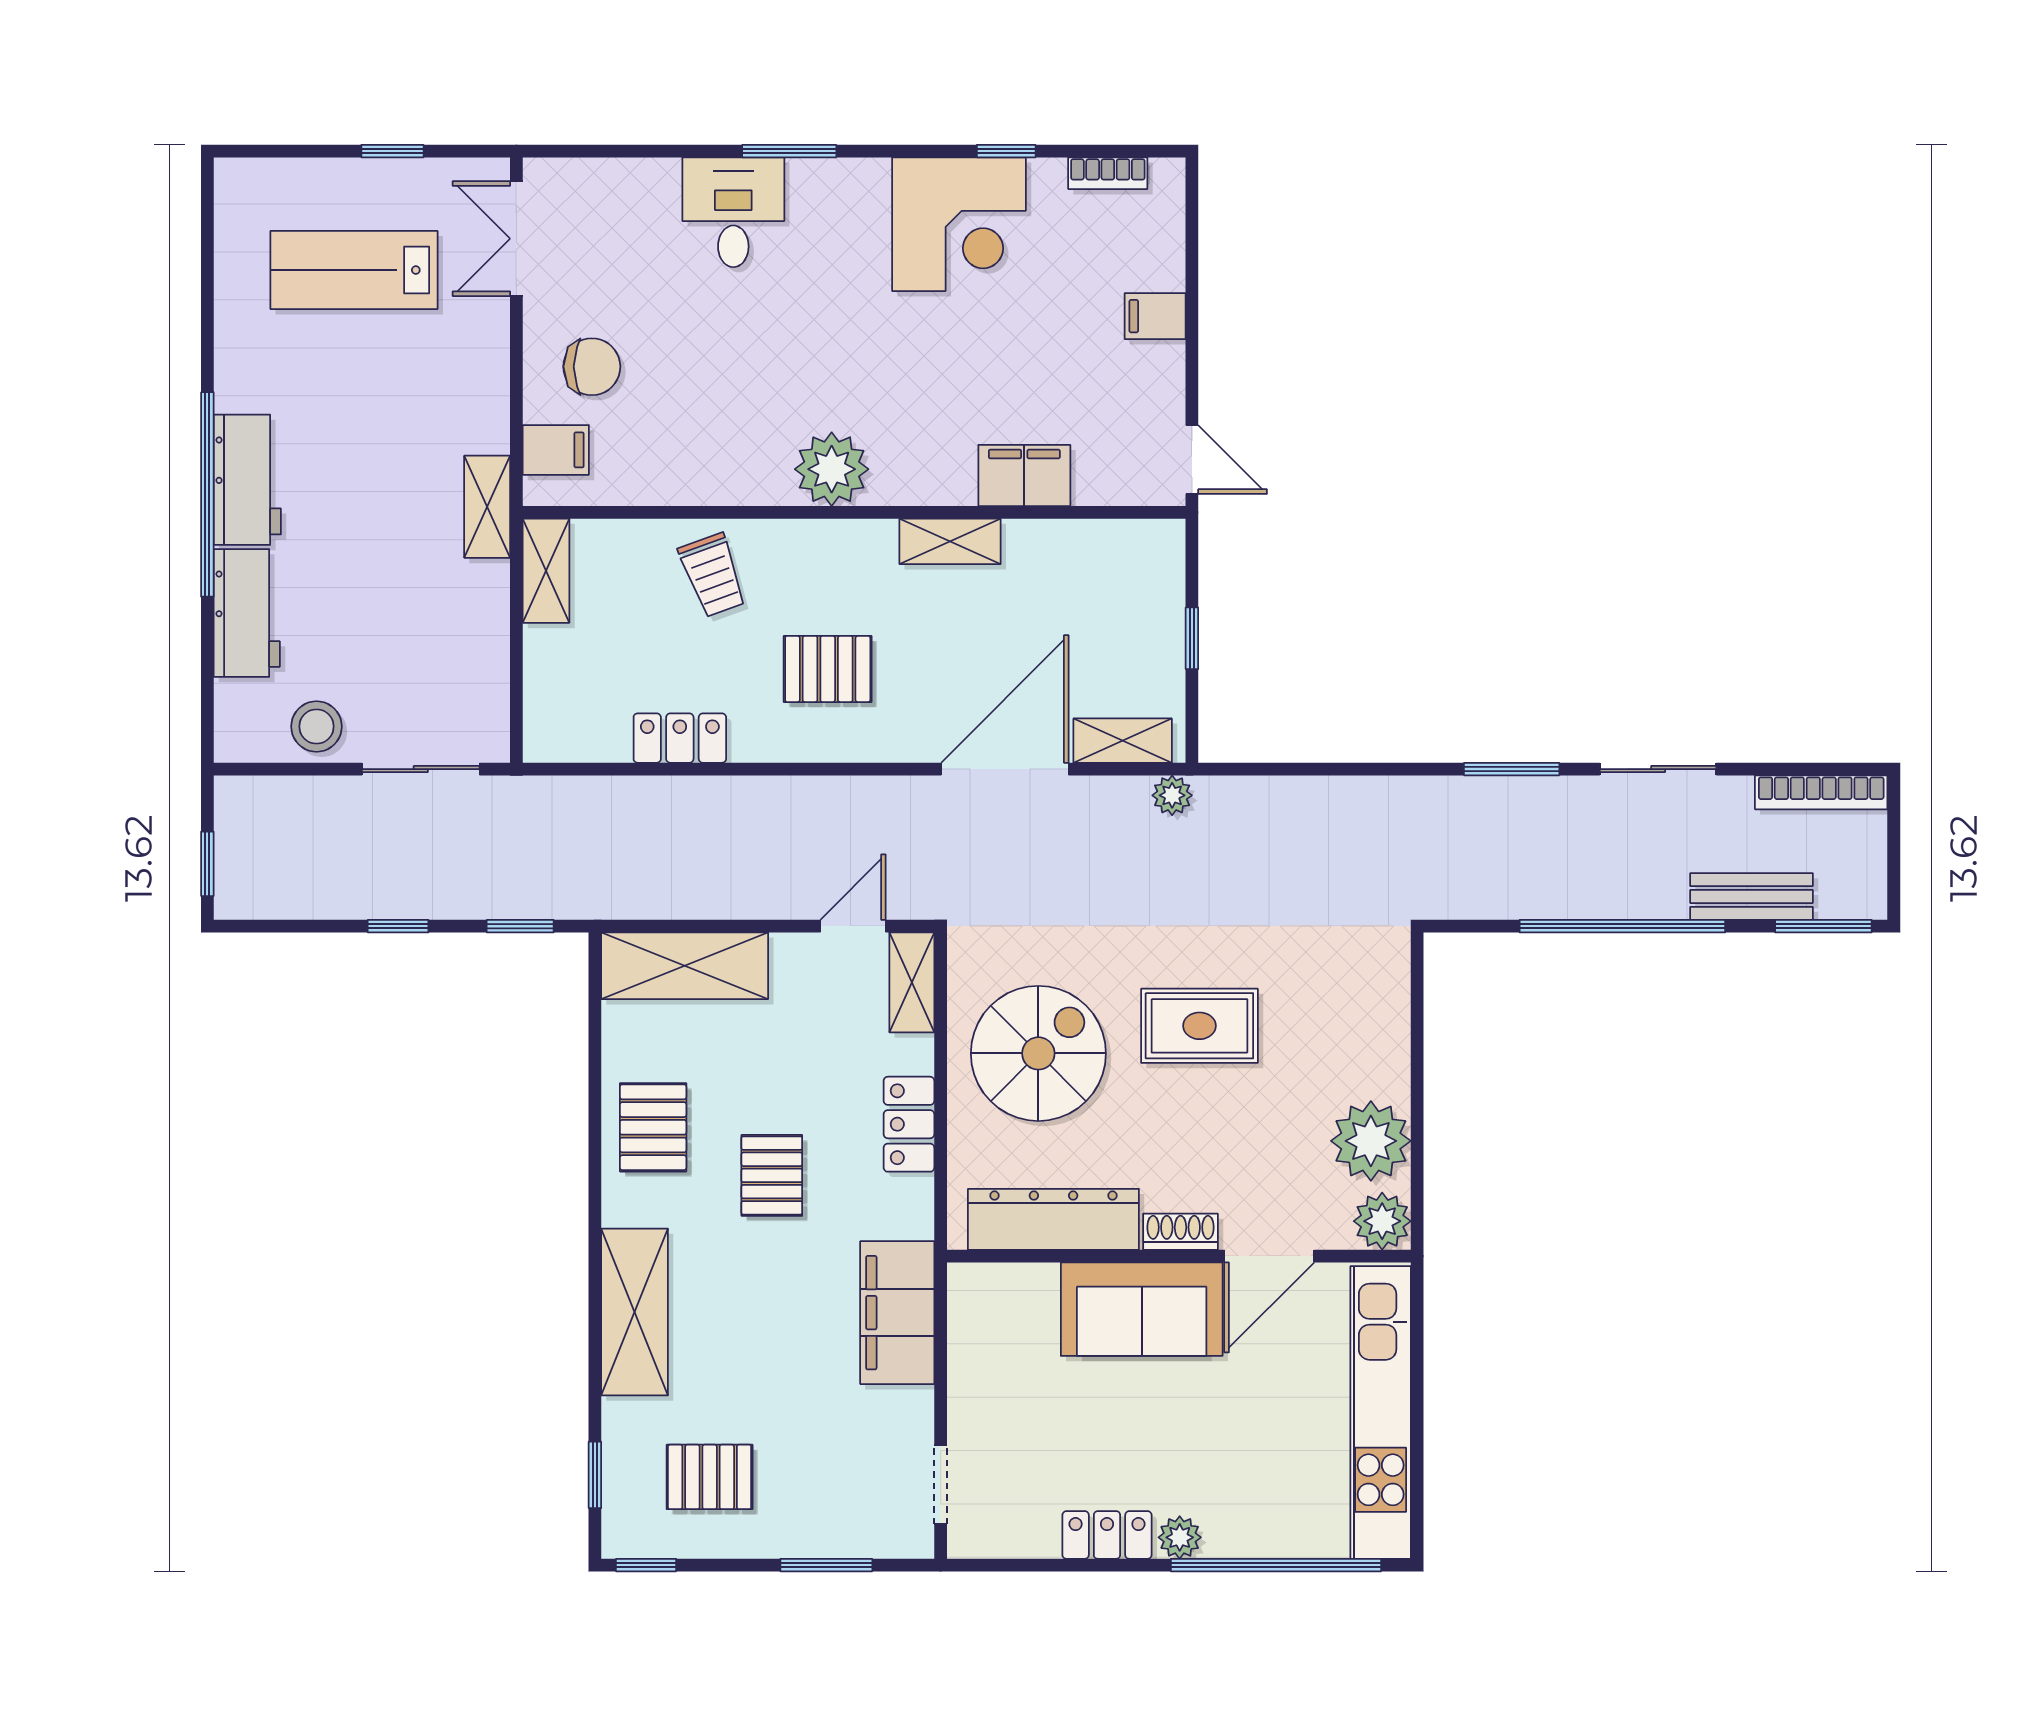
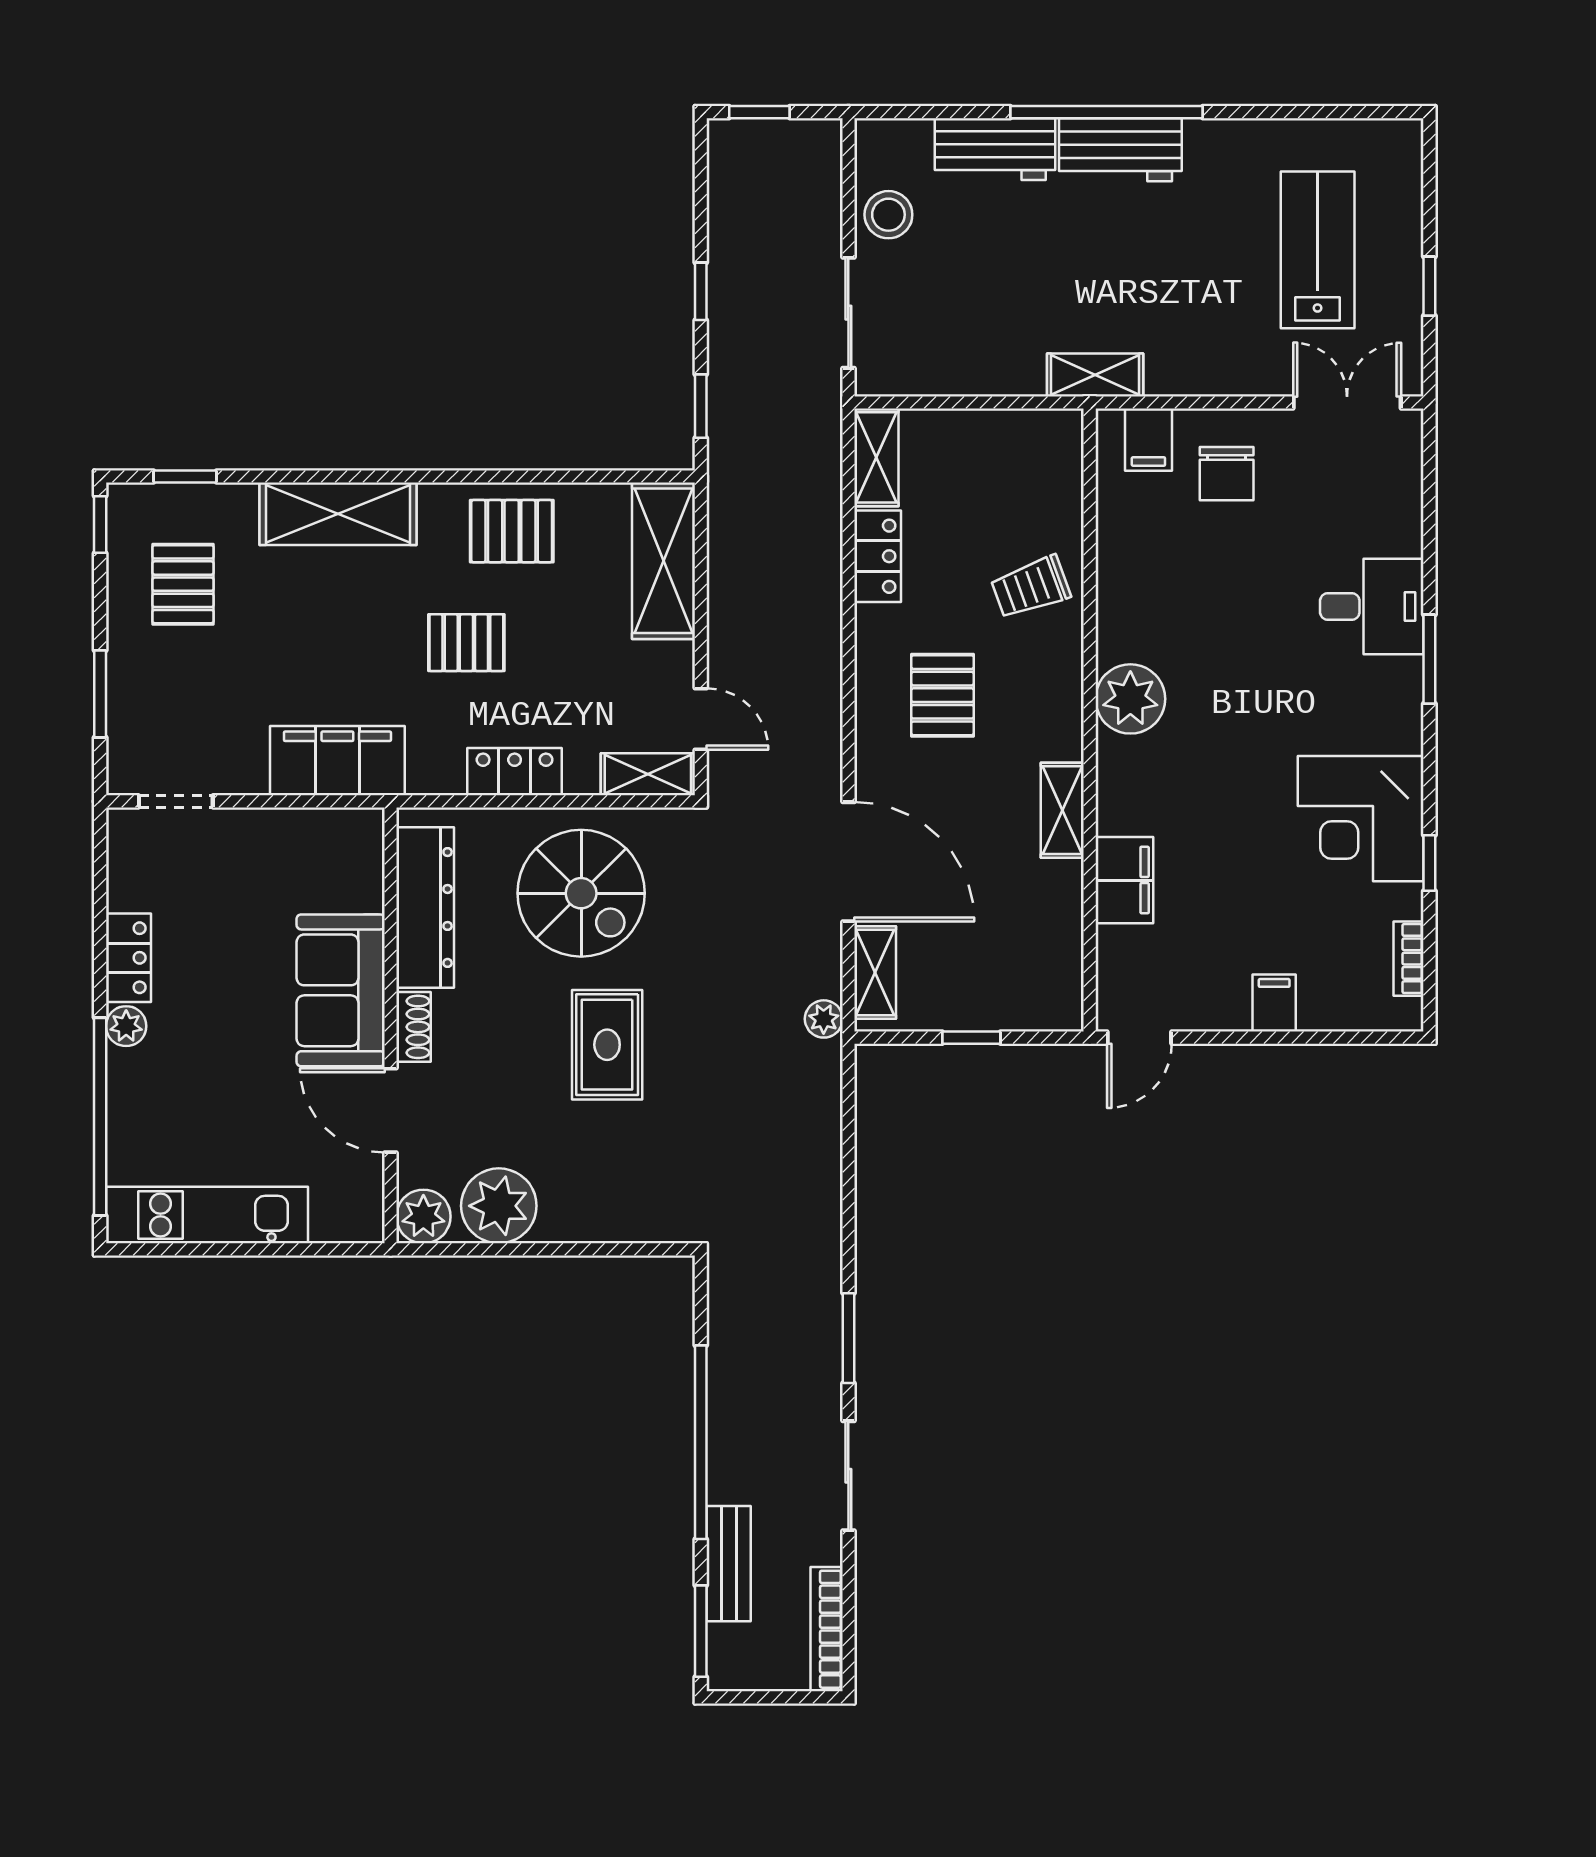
shelving: (546, 571) -> (876, 457), moved, turned 90
kitchen unit: (1381, 1412) -> (207, 1215), width x0.73

